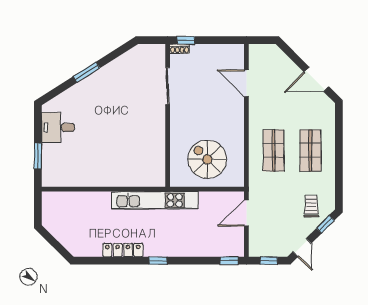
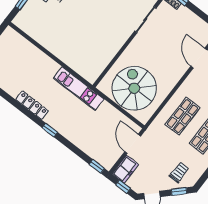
spiral stairs: (207, 159) -> (134, 88), width x1.37, depth x1.37
kitchen unit: (155, 200) -> (79, 89), width x0.73
door: (246, 213) -> (133, 144), hinge flipped
freezer: (258, 243) -> (125, 169), added

